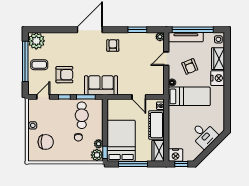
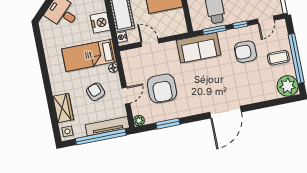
armchair: (113, 45) -> (162, 88), moved, width x1.88, depth x1.88
nightstand: (218, 78) -> (100, 23), moved, turned 180

